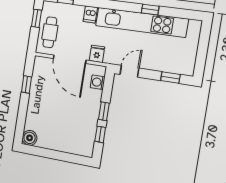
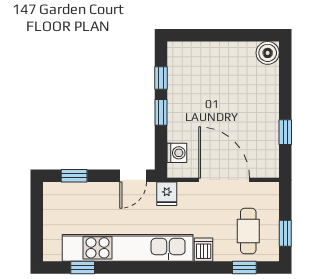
window: (150, 10) -> (83, 267), moved
cafe table: (50, 32) -> (248, 231), moved
fridge: (97, 54) -> (167, 194), moved

